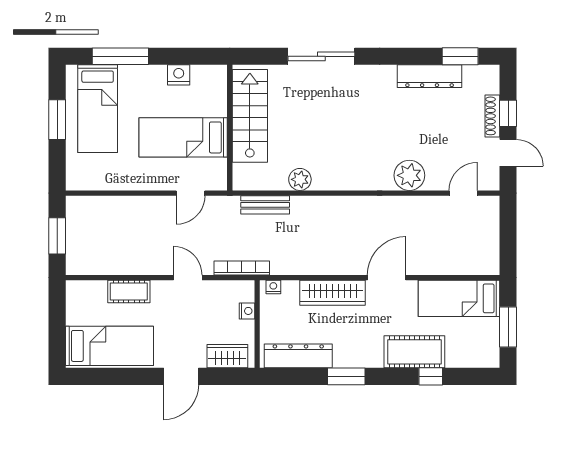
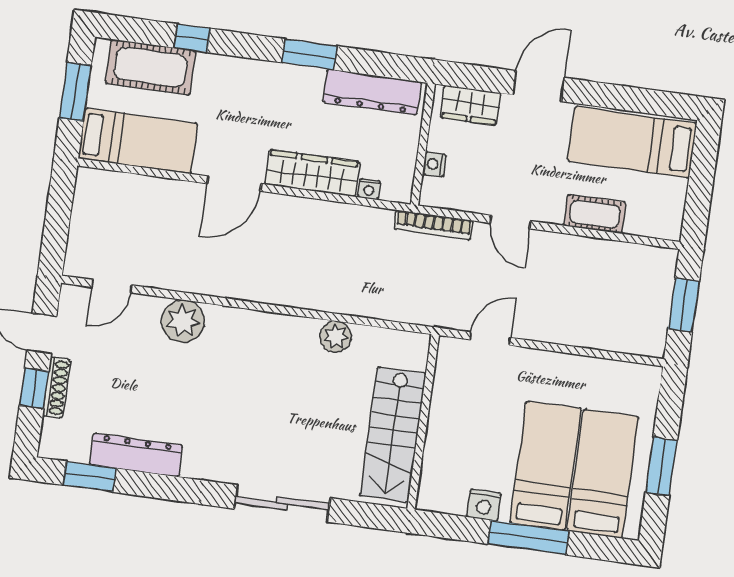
window: (120, 56) -> (528, 538), moved
bed: (183, 137) -> (546, 466), moved, turned -90
bench: (265, 205) -> (389, 308), removed
nightstand: (273, 287) -> (369, 189), moved
cot: (414, 352) -> (151, 67), moved

